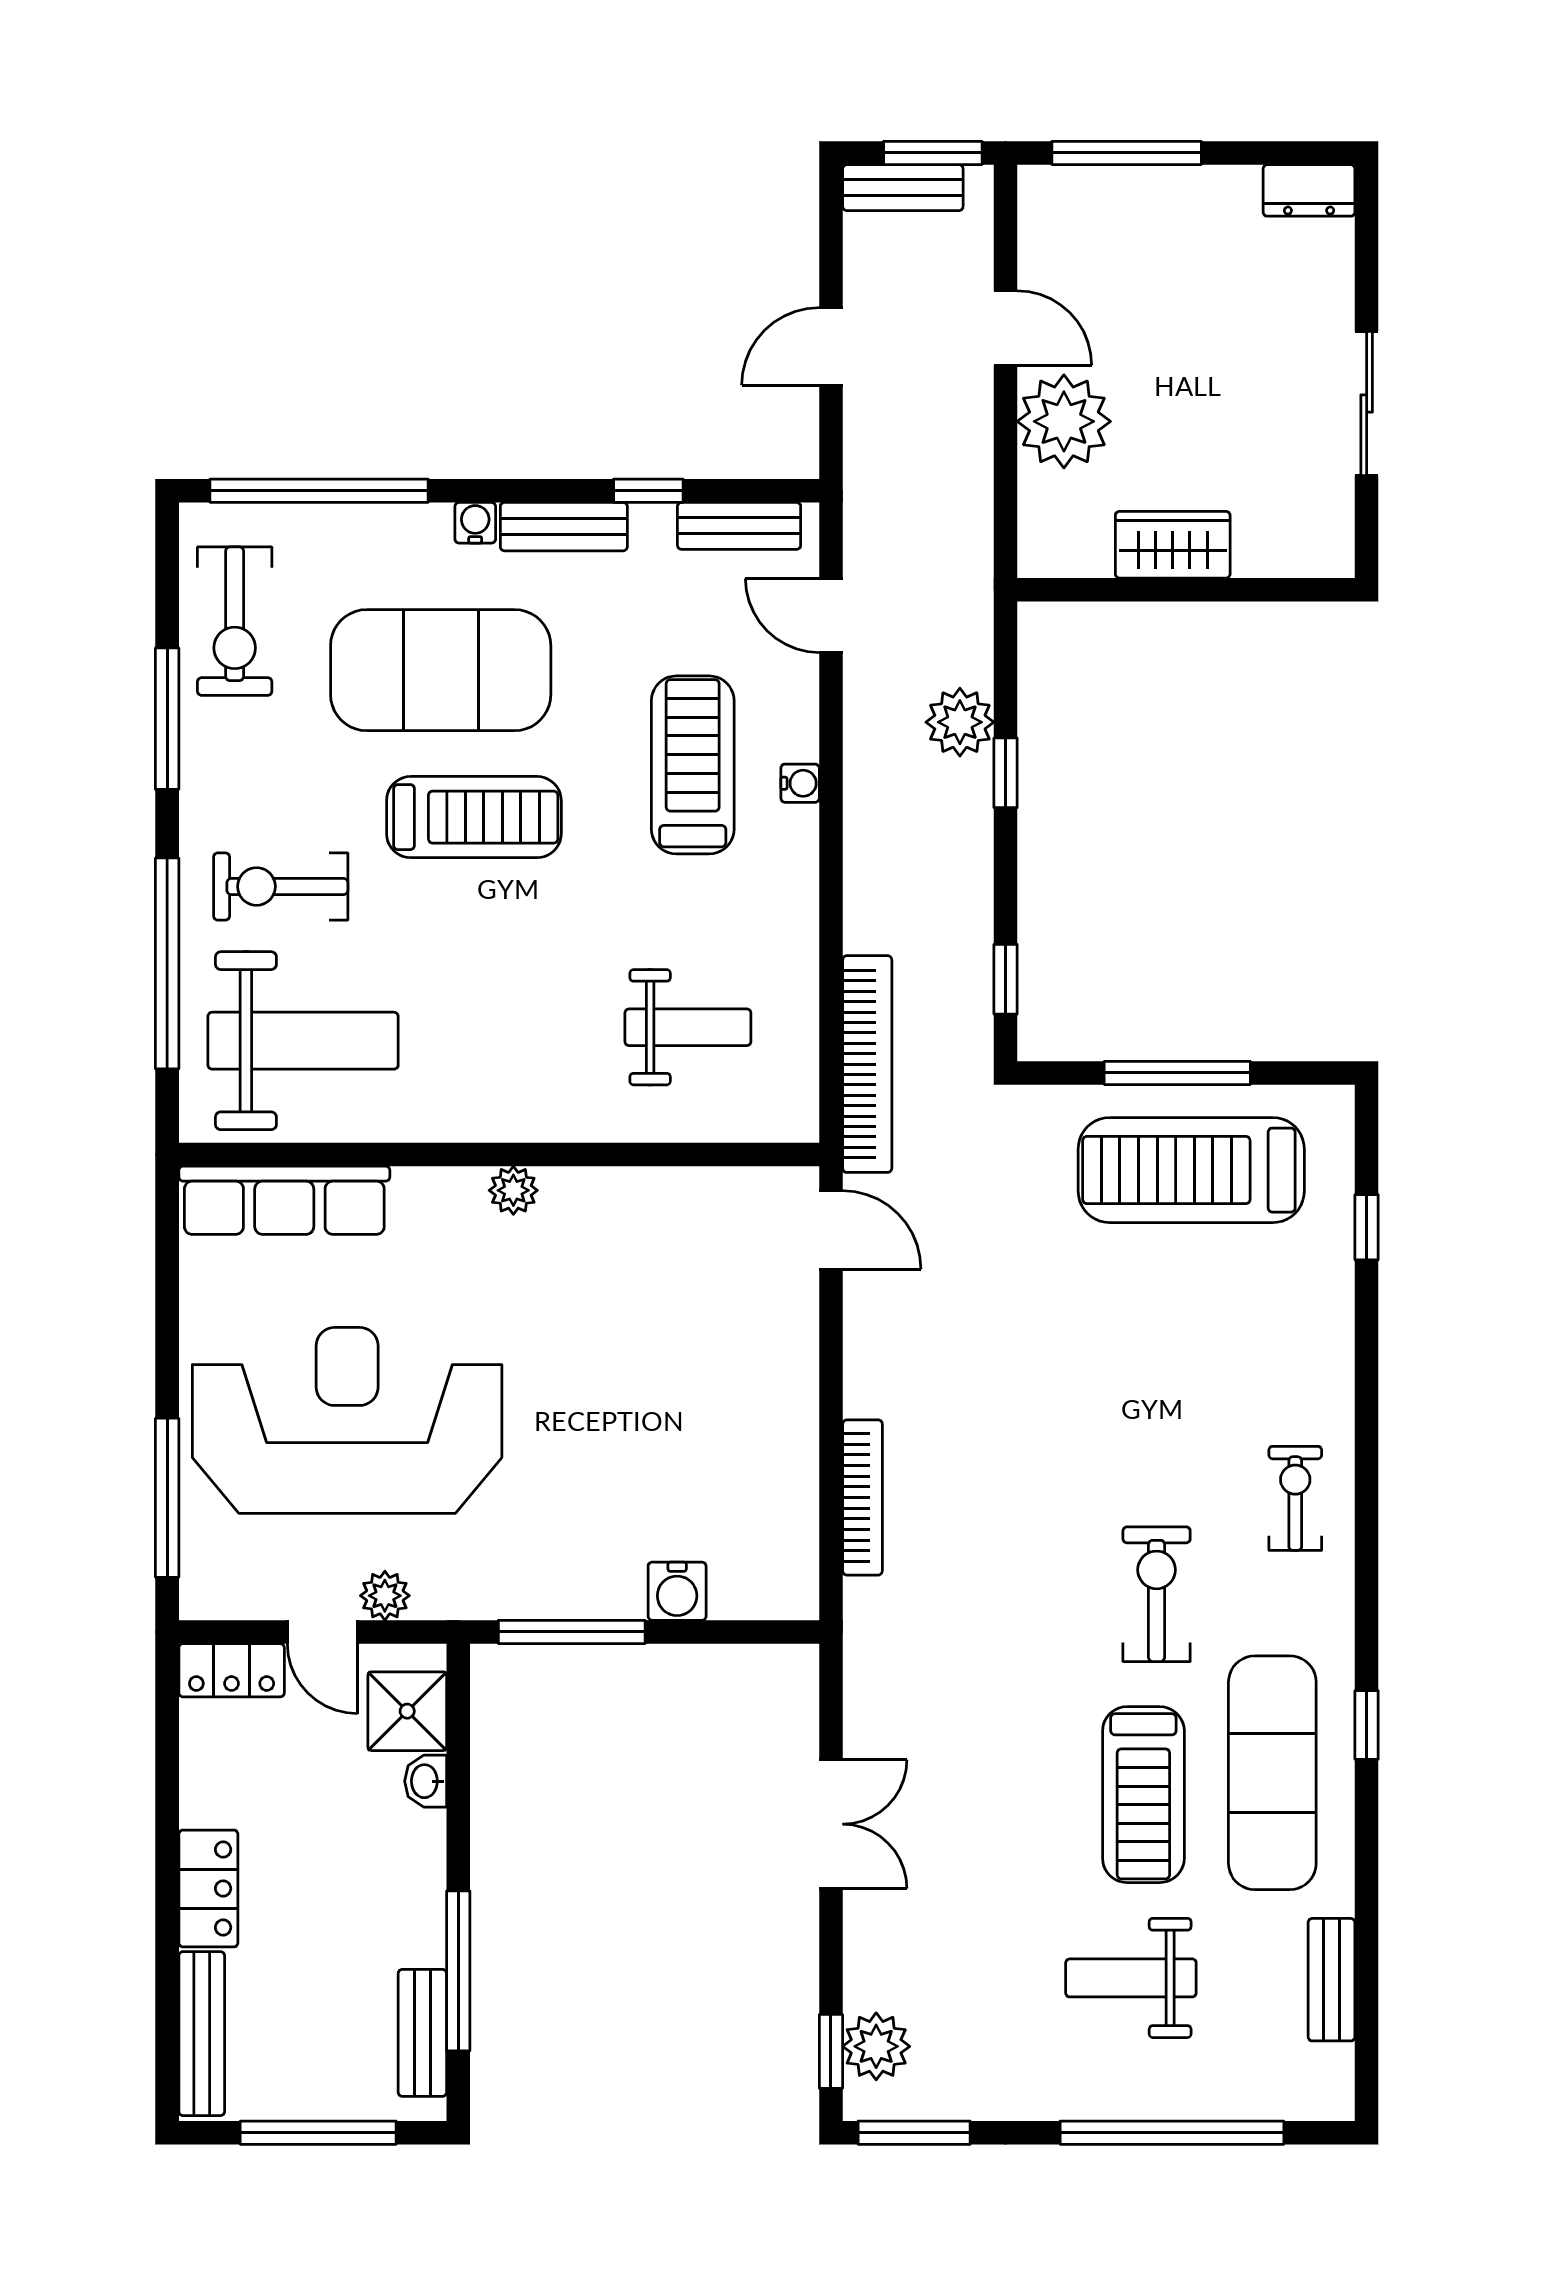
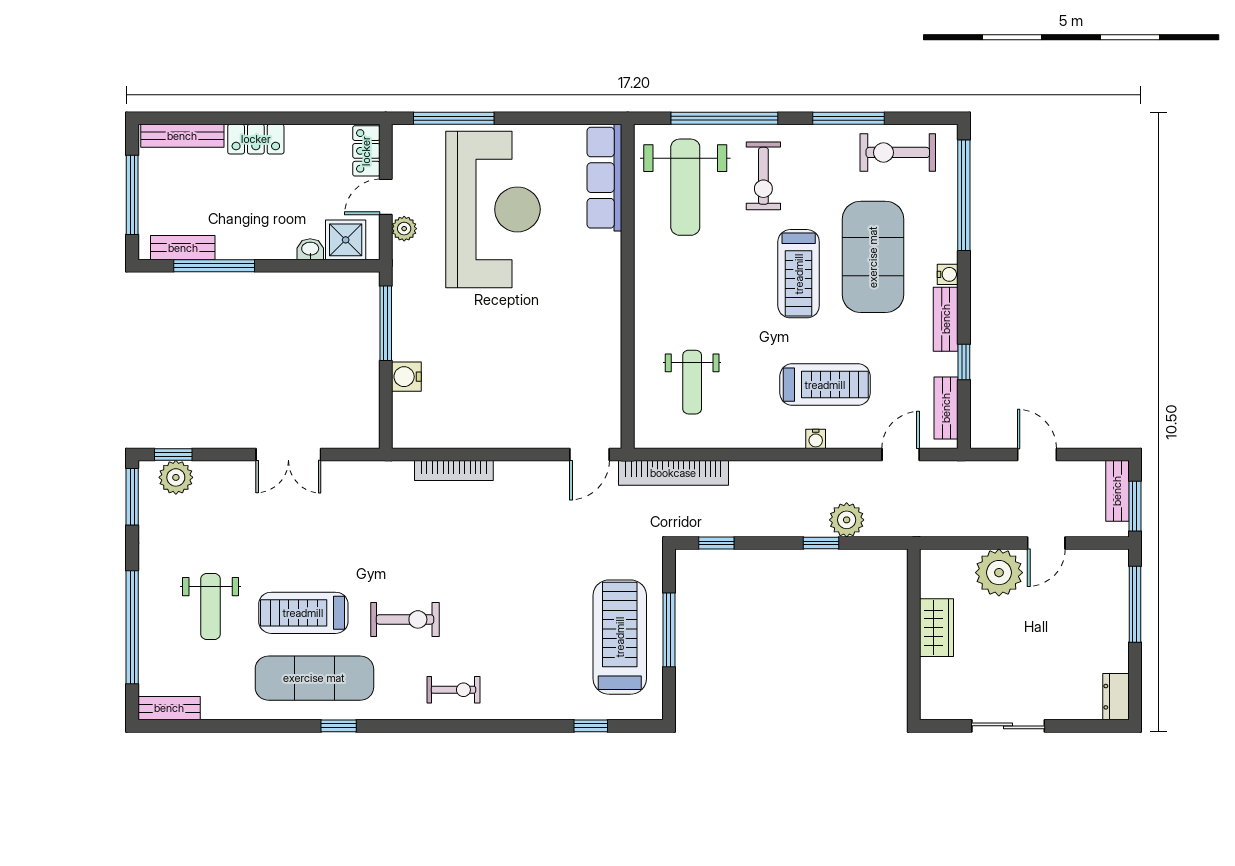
exercise bike: (281, 886) -> (763, 176), turned 180
plant: (513, 1190) -> (610, 294), removed
weight bench: (1131, 1978) -> (211, 606), turned 180
bench: (1332, 1980) -> (169, 708), moved

